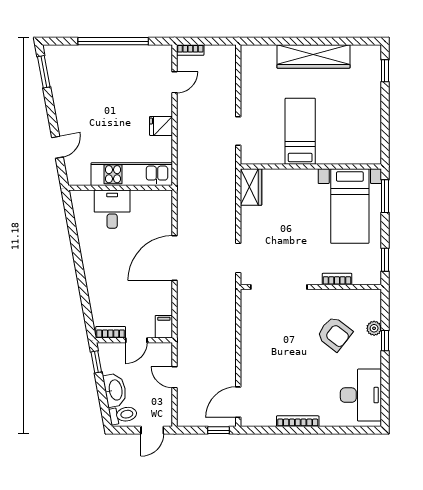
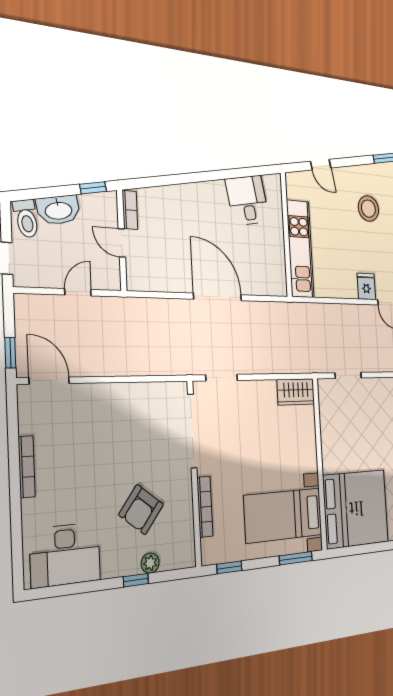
stool: (92, 97) -> (368, 209), added
fridge: (161, 126) -> (366, 286), moved
bed: (300, 131) -> (356, 509), moved, width x2.04
desk: (112, 209) -> (247, 200), moved, turned -100
bookcase: (337, 279) -> (205, 507), width x1.56
filing cabinet: (164, 327) -> (140, 280), removed

